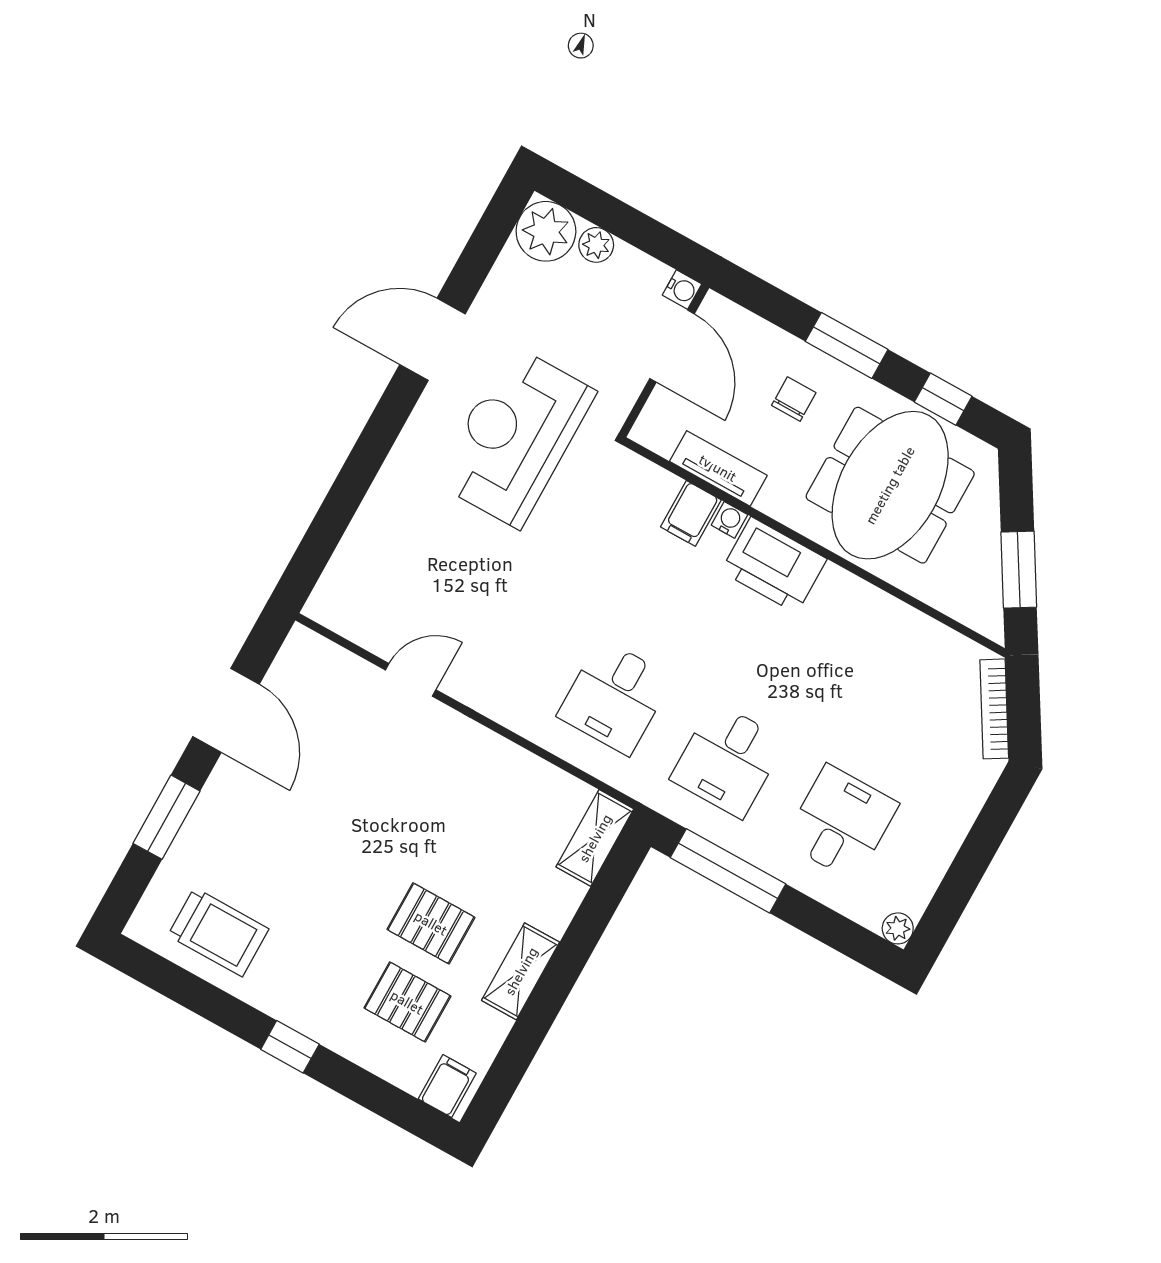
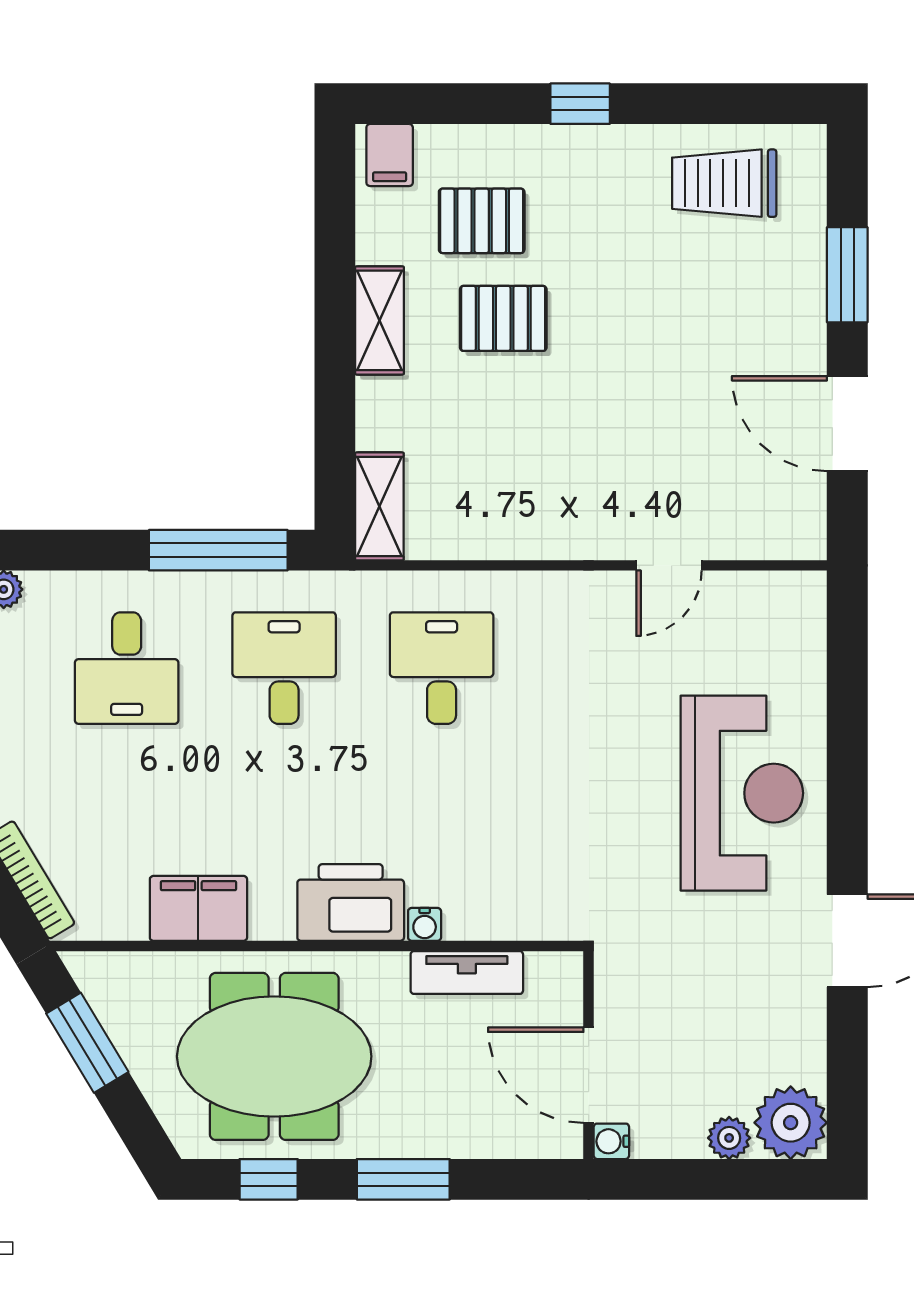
chair: (794, 399) -> (428, 1091), removed
reception desk: (515, 437) -> (742, 793), moved
meeting table: (890, 485) -> (274, 1056), turned 90
filing cabinet: (691, 513) -> (198, 908), moved, width x2.00

